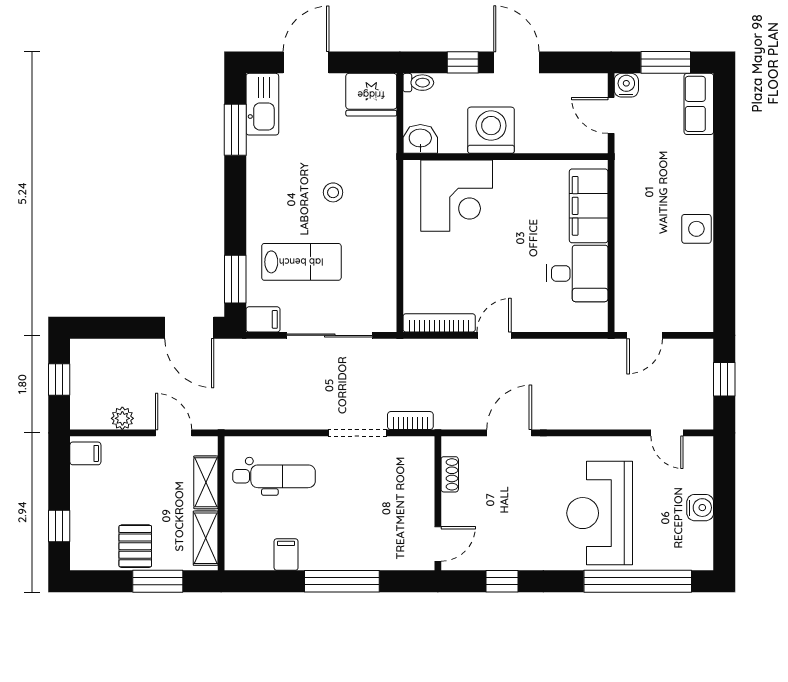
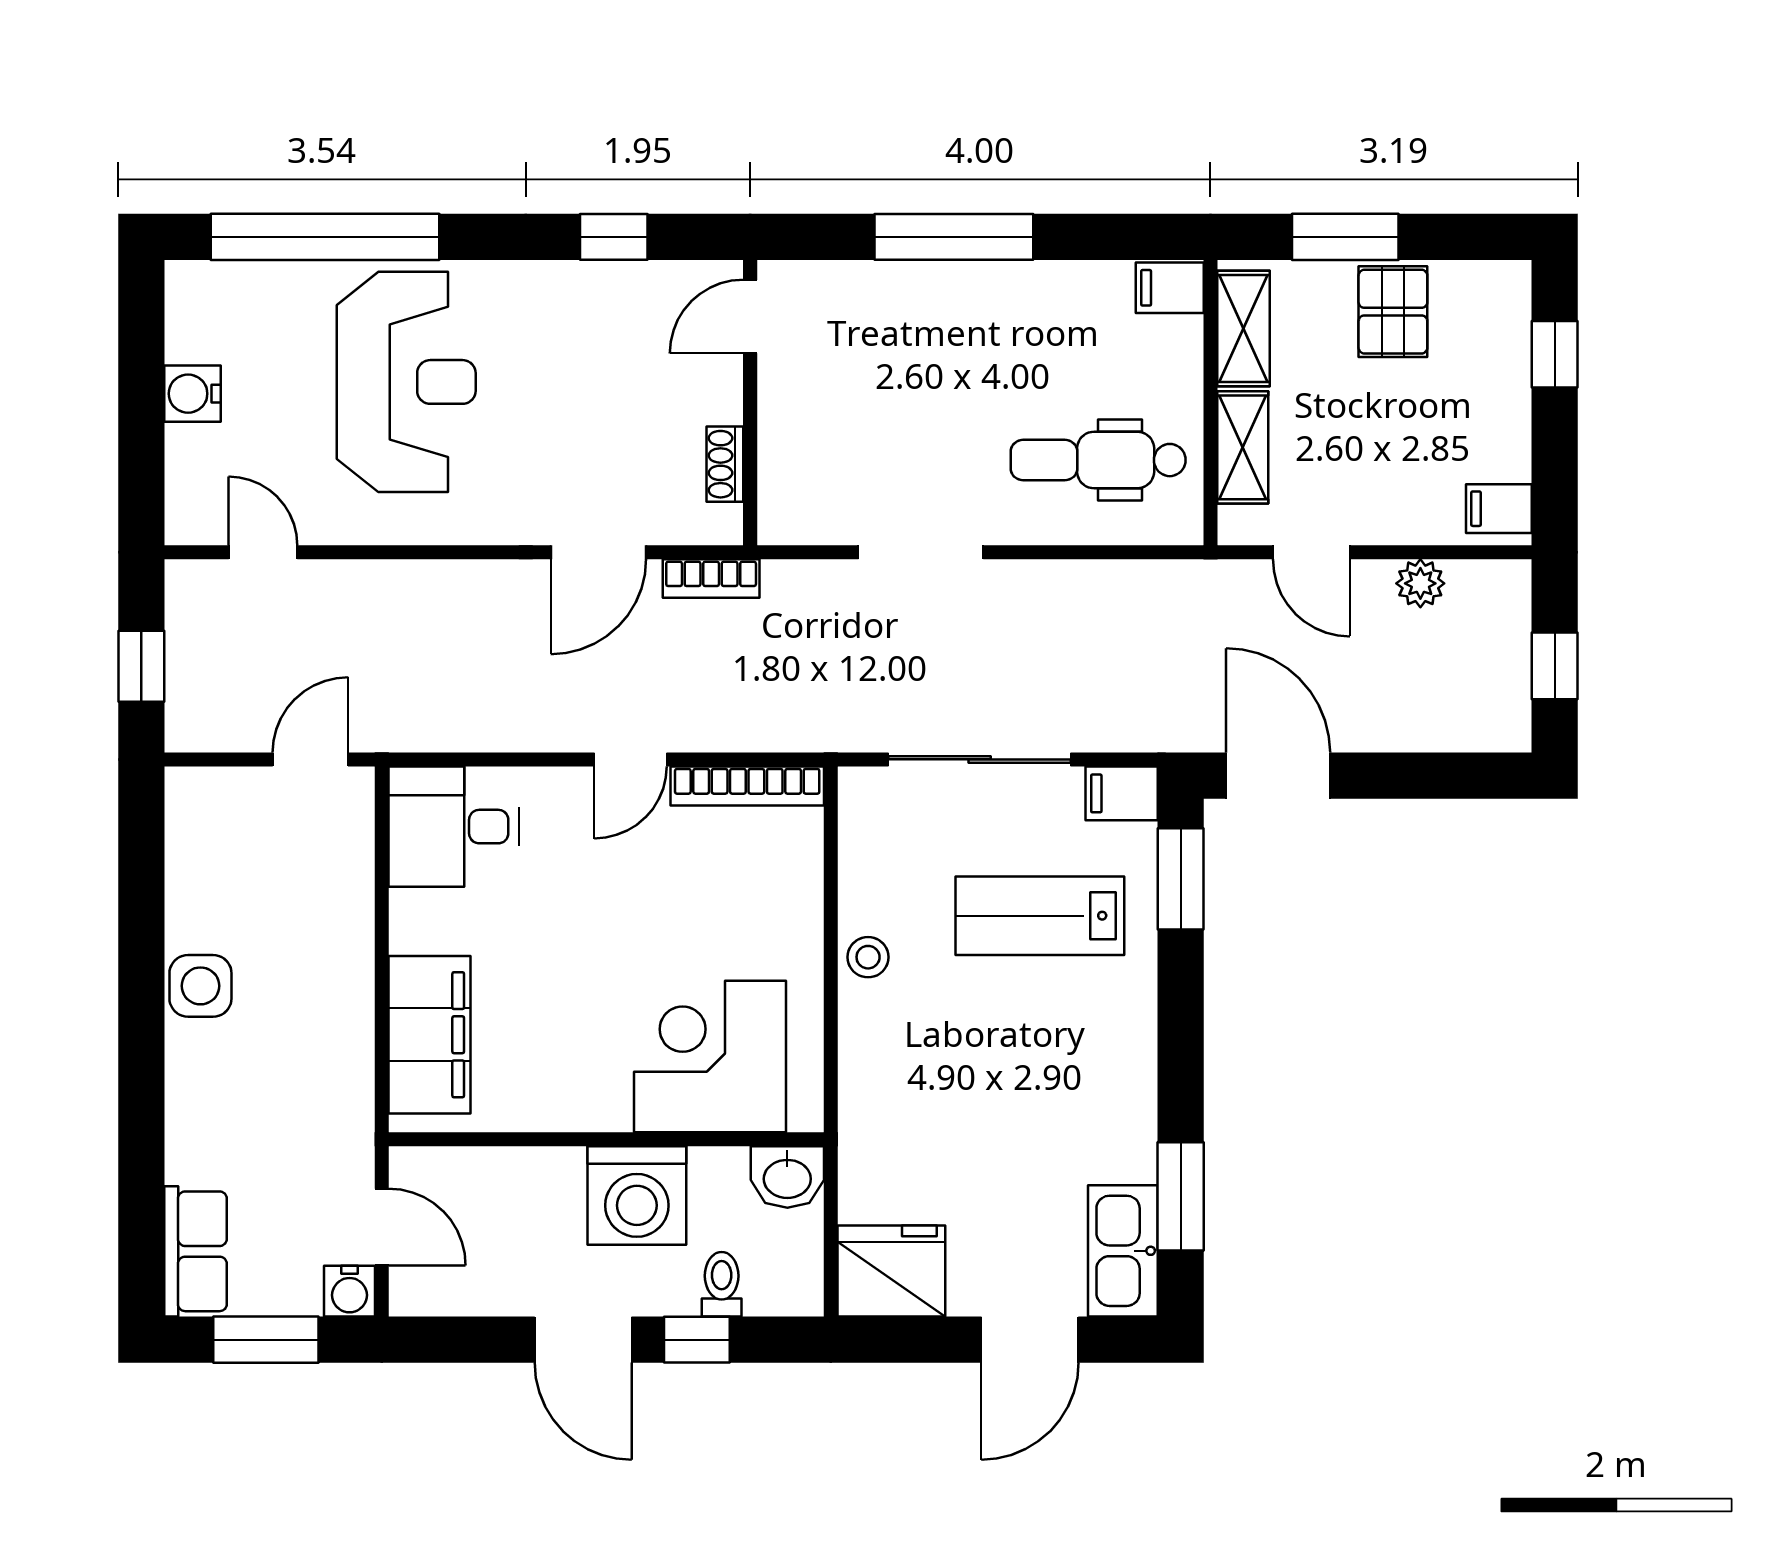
toilet: (418, 83) -> (722, 1284), moved, turned 90
stool: (333, 192) -> (868, 957), moved
desk: (577, 273) -> (454, 827), moved
bookcase: (410, 421) -> (711, 579), moved
filing cabinet: (286, 555) -> (1170, 288), moved, turned 90

